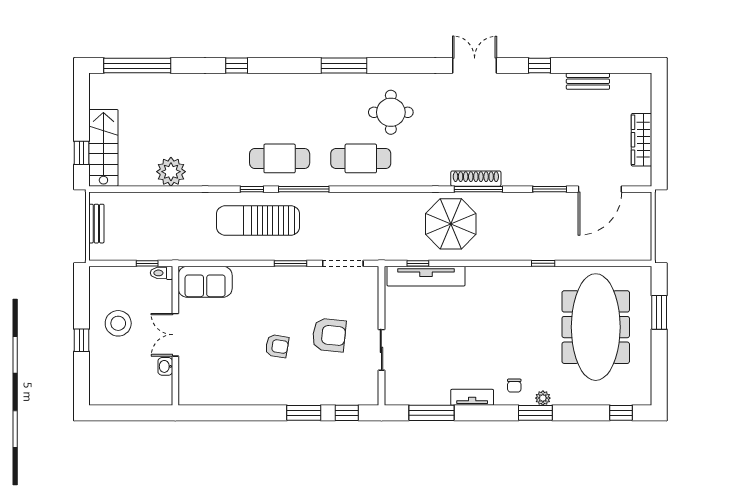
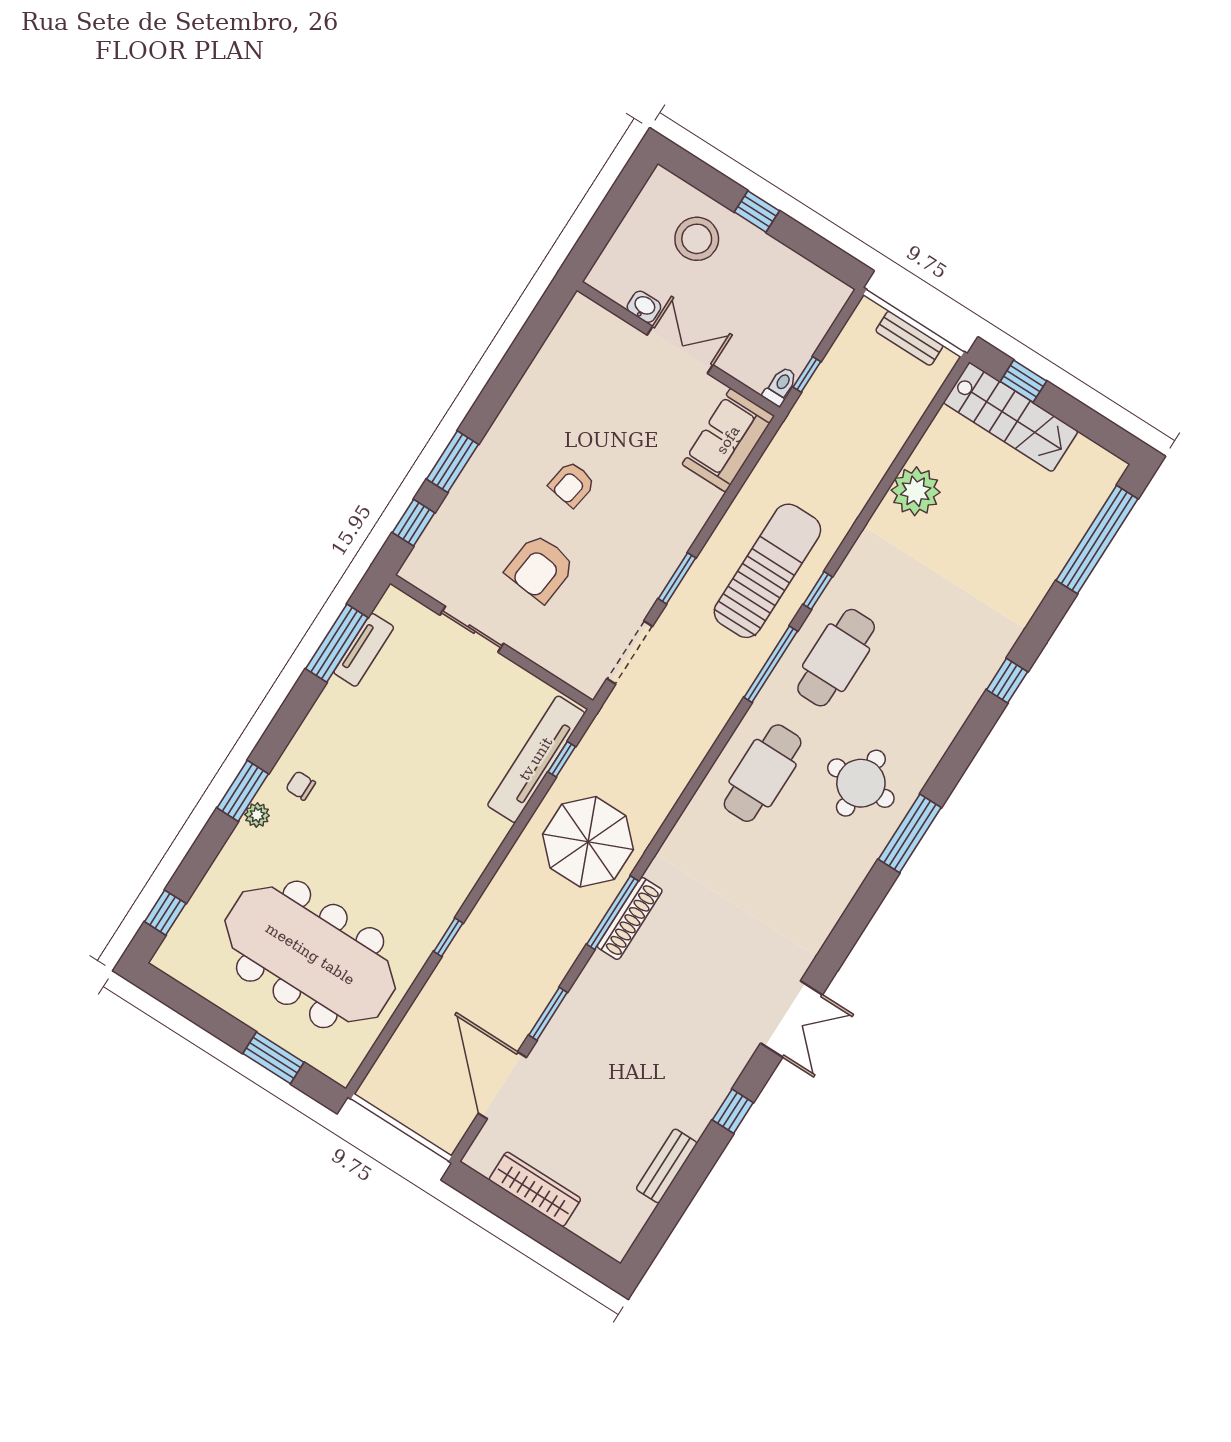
round table: (391, 112) -> (861, 783), moved
stool: (118, 323) -> (697, 239), moved
tv unit: (472, 397) -> (364, 650), moved

